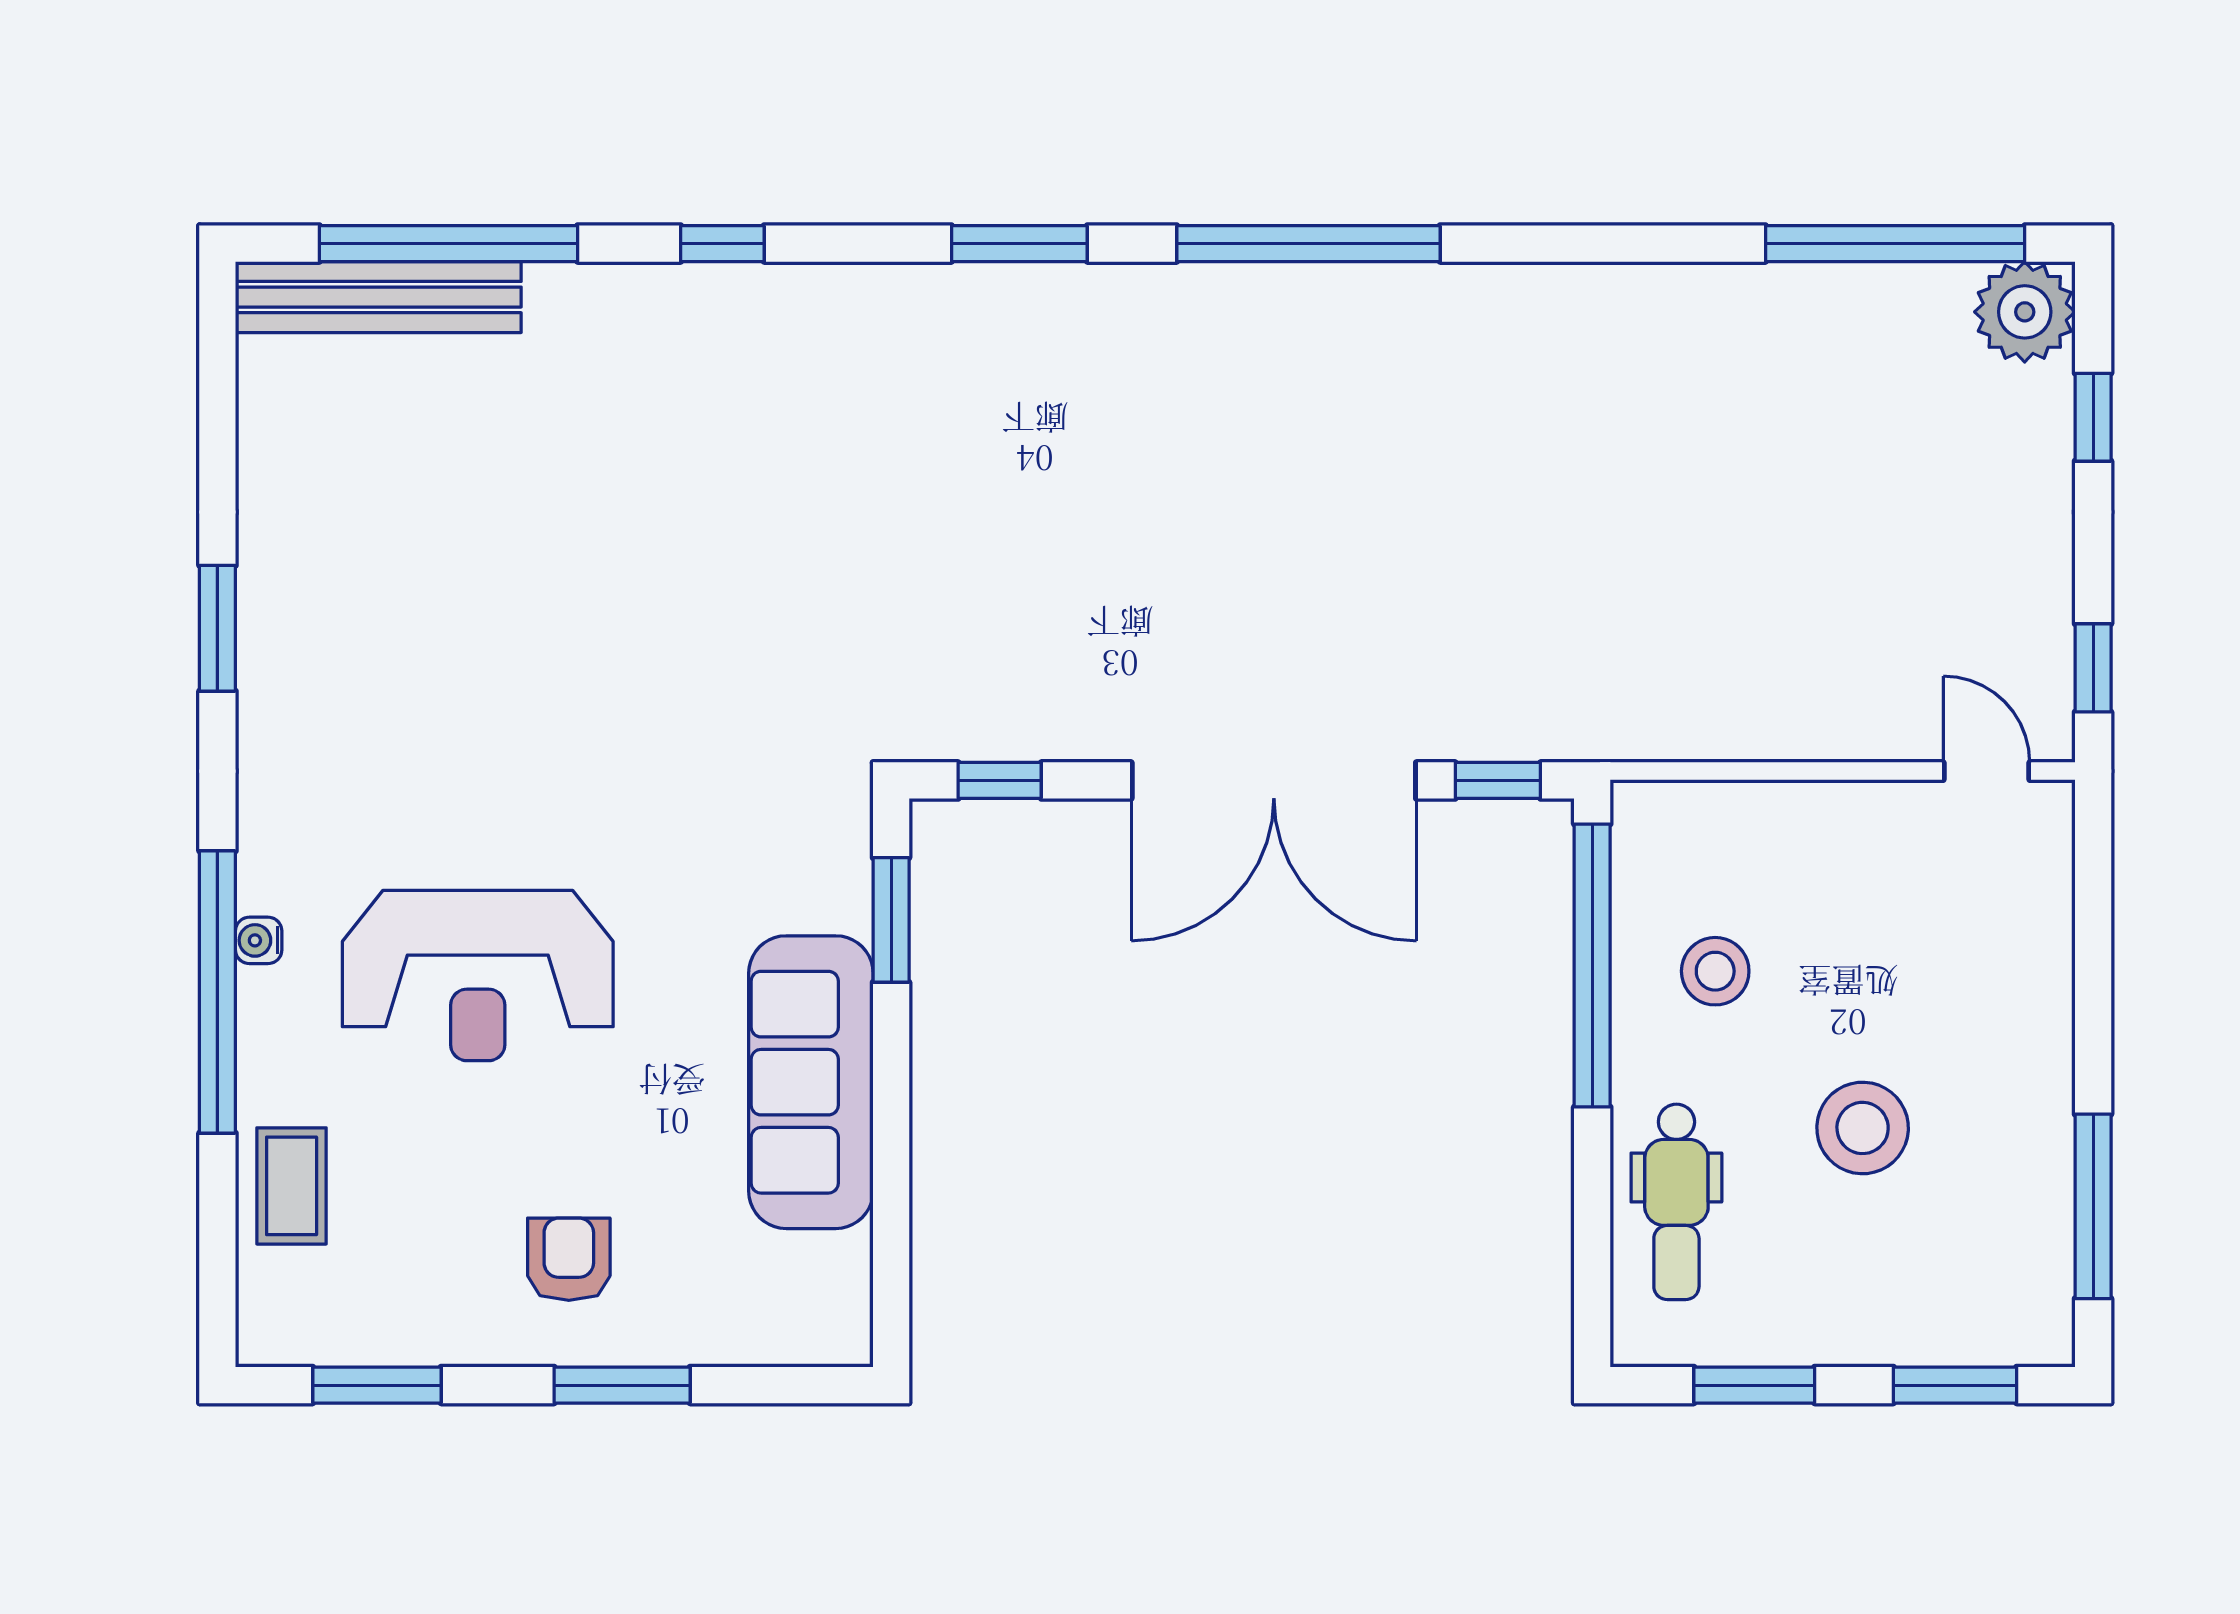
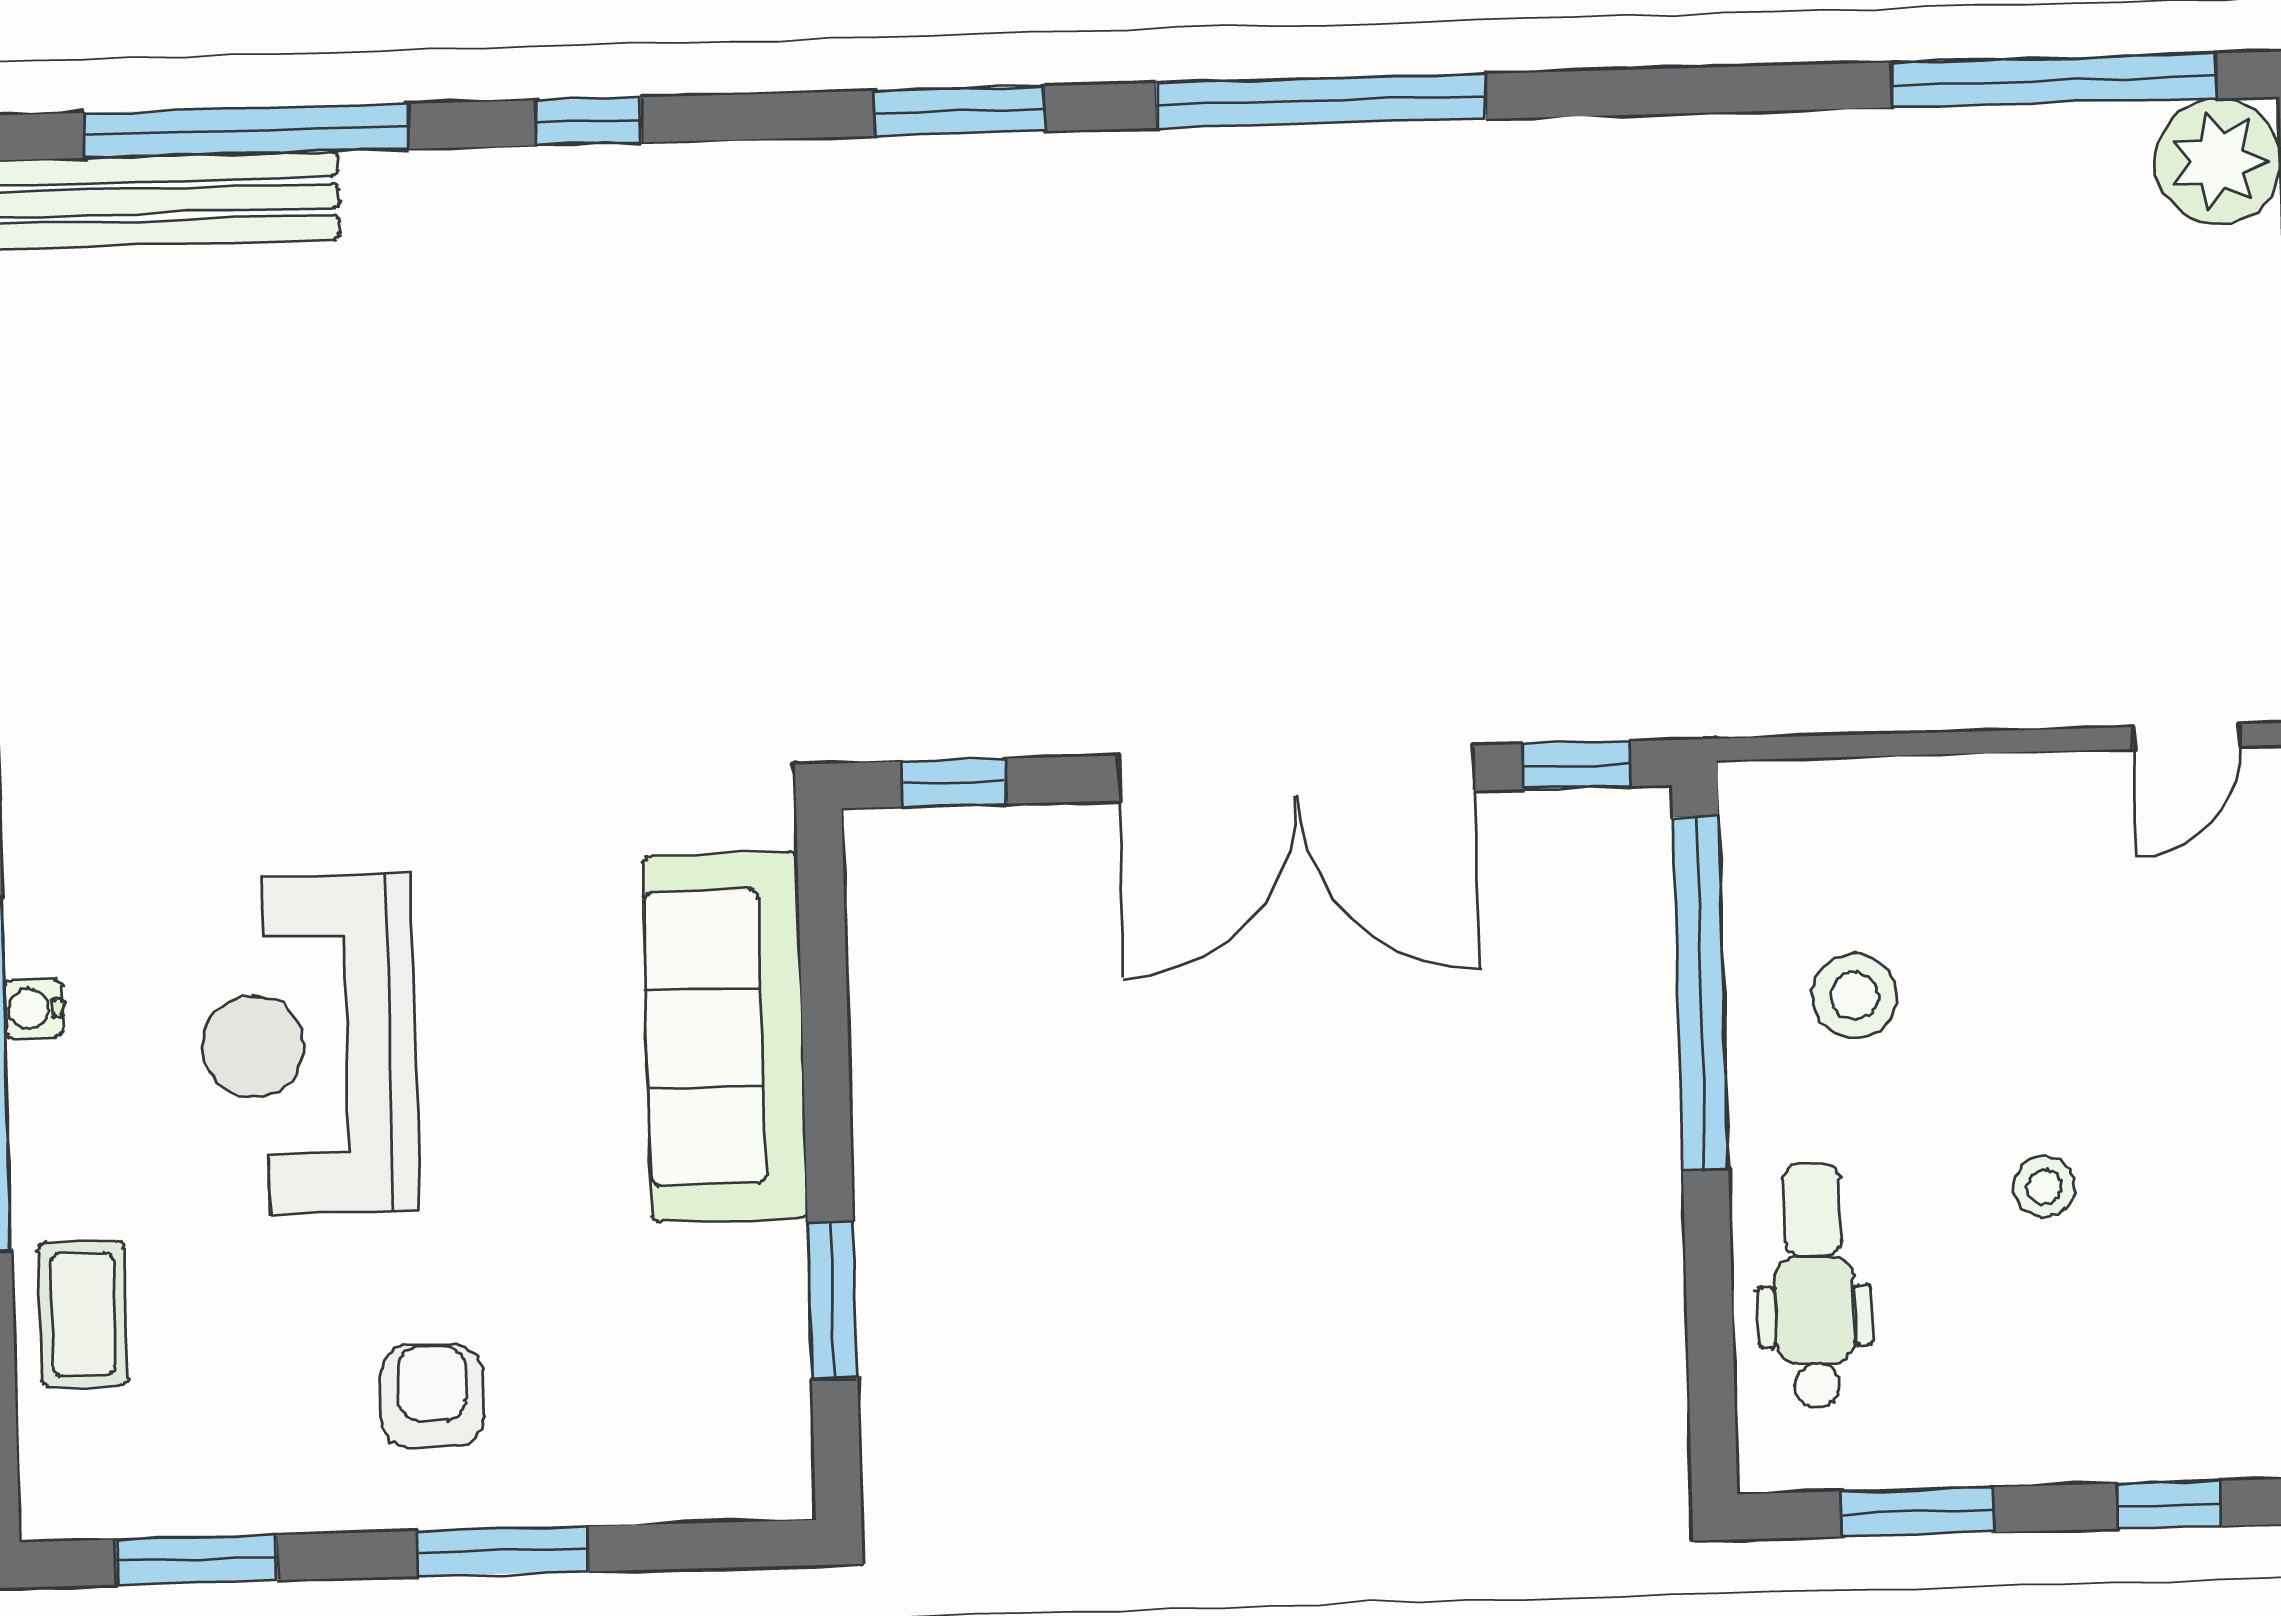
door: (1987, 771) -> (2187, 736), swing flipped
window: (891, 920) -> (833, 1300), moved
reception desk: (478, 976) -> (308, 1045), turned 90
sofa: (811, 1082) -> (725, 1037), moved
stool: (1863, 1128) -> (2044, 1187), width x0.53, depth x0.53
dental chair: (1676, 1202) -> (1814, 1286), turned 180
window: (1955, 1385) -> (2169, 1505), width x0.67

